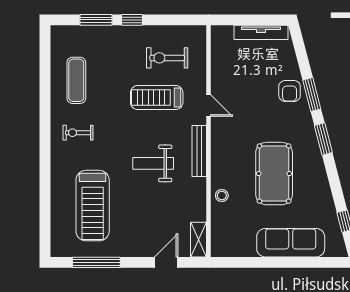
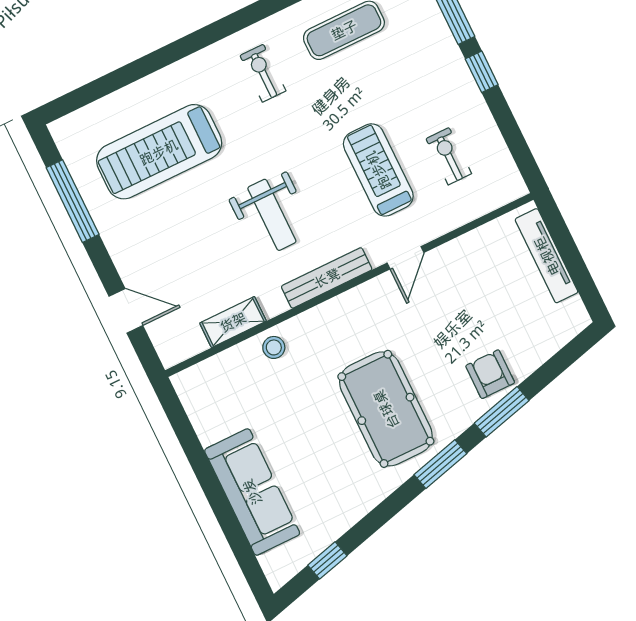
tv unit: (261, 32) -> (547, 256), moved
exercise bike: (167, 58) -> (449, 156), width x0.73, depth x0.72
armchair: (290, 91) -> (490, 374), turned 90
weight bench: (153, 163) -> (272, 215), turned 180
pool table: (274, 174) -> (386, 409), moved, turned 90
shelving: (199, 240) -> (233, 322), moved

